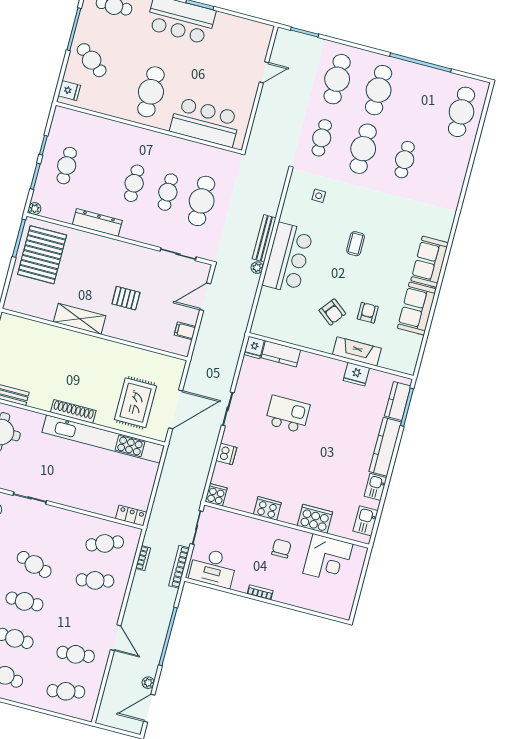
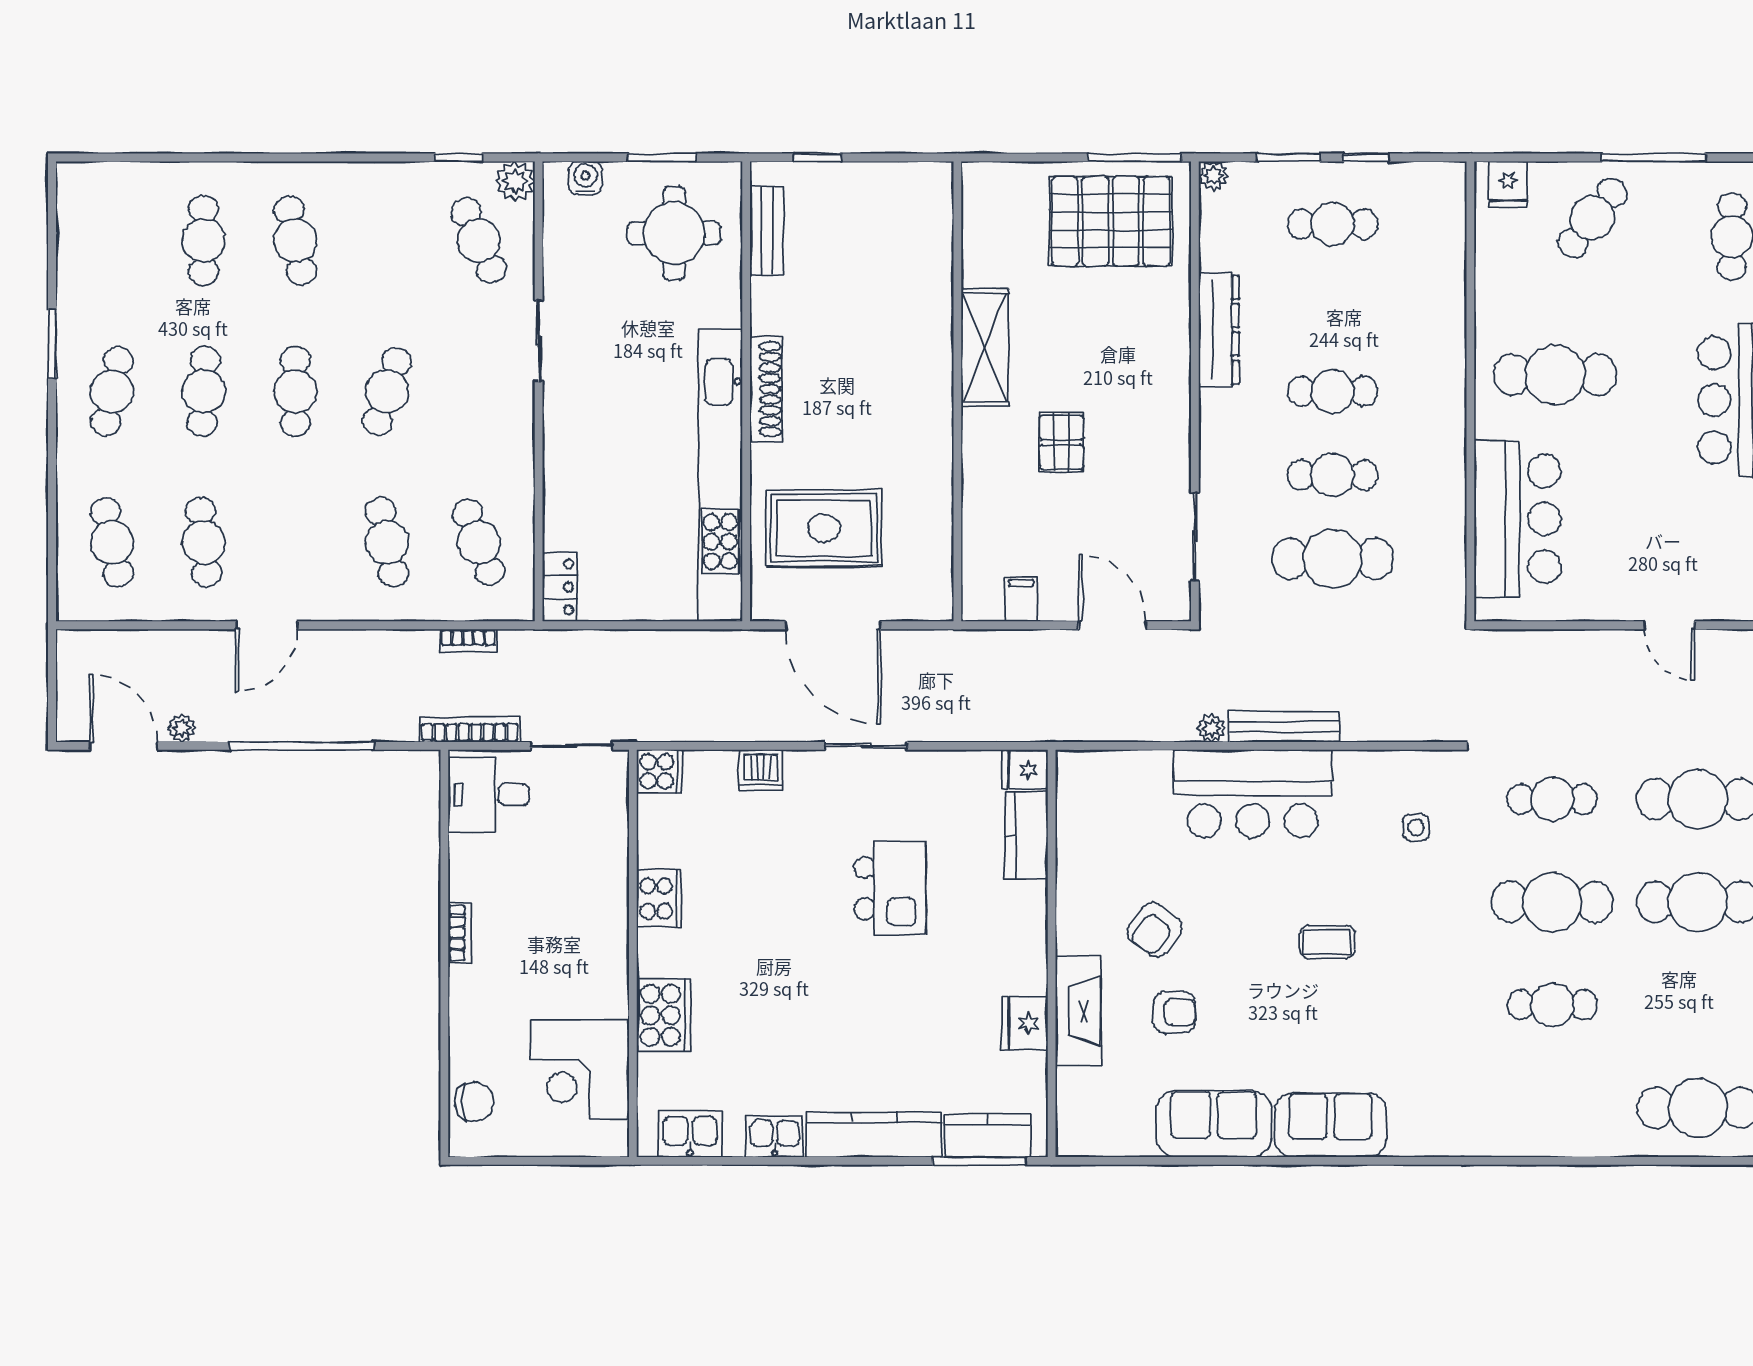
chair: (281, 549) -> (474, 1102), moved
desk: (213, 568) -> (489, 795), width x0.73

